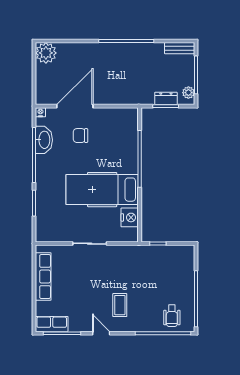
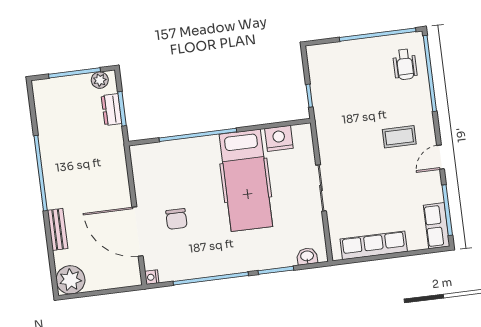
bench: (180, 48) -> (58, 229), moved
washbasin: (44, 140) -> (307, 256), moved, width x0.52, depth x0.69
wheelchair: (172, 316) -> (405, 64), turned 90

